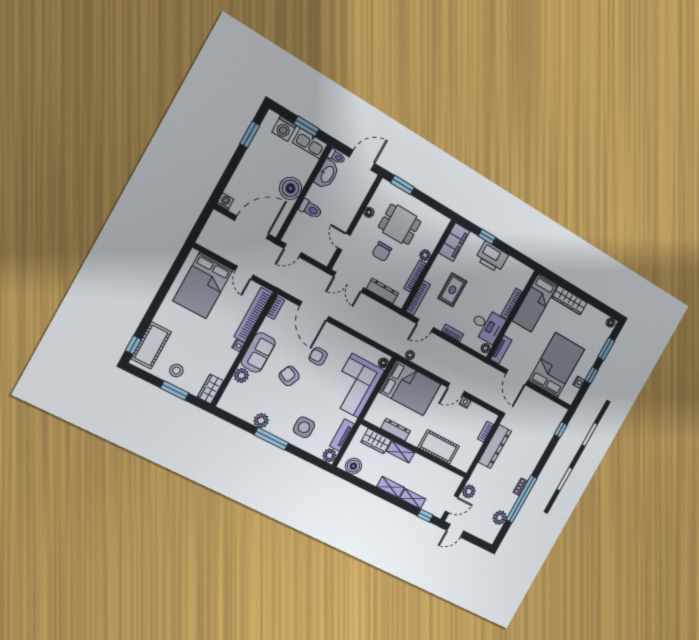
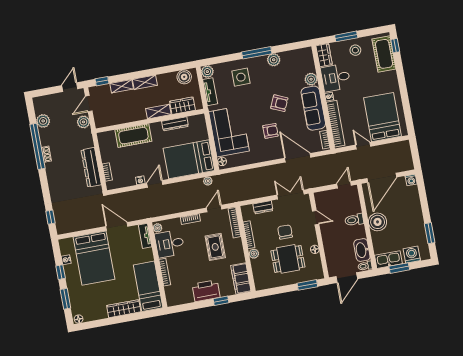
dresser: (382, 291) -> (263, 207), width x0.70
sofa: (258, 353) -> (313, 108), width x1.36
desk: (217, 359) -> (336, 78), added

